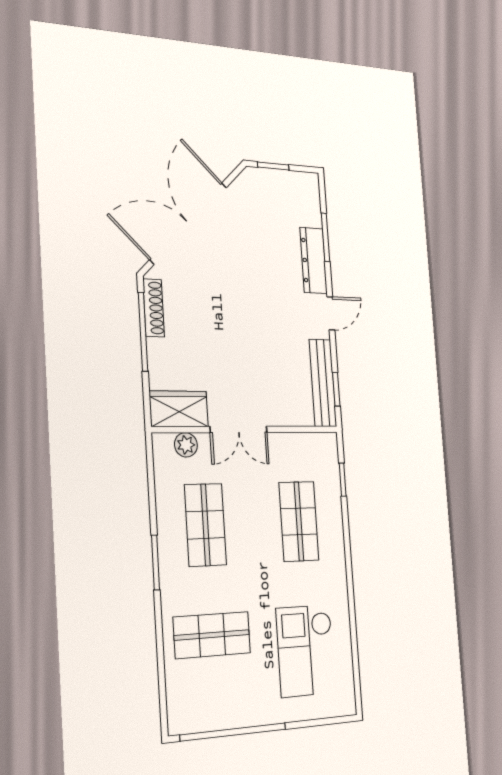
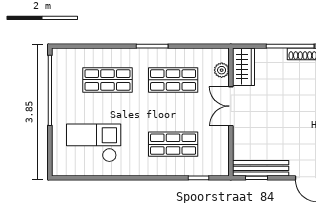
shop shelf: (212, 635) -> (108, 80), turned 90

